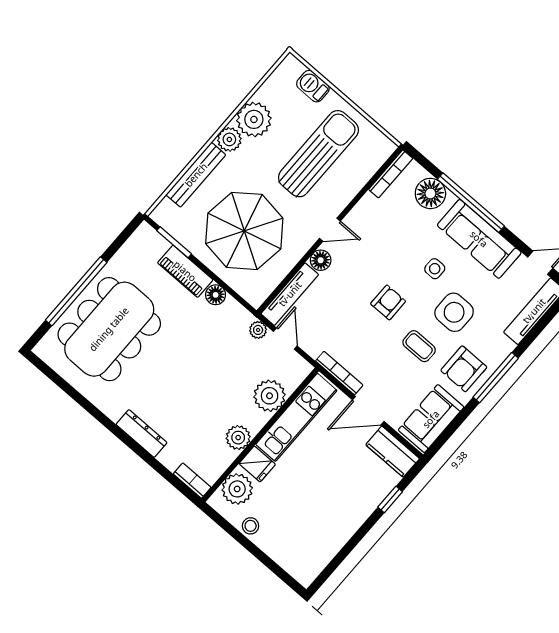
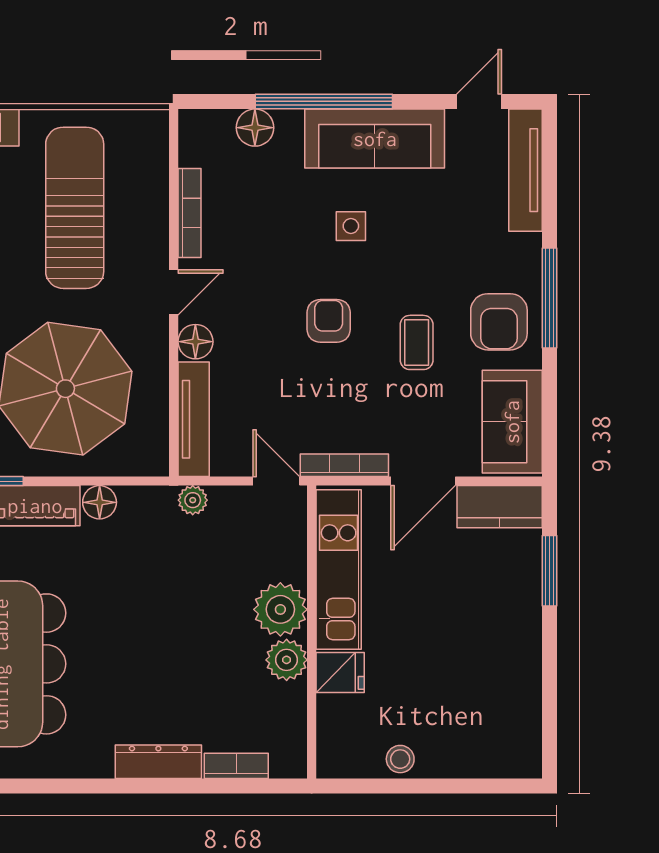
bookcase: (391, 174) -> (190, 213), moved
floor lamp: (430, 193) -> (255, 128), width x0.73, depth x0.73
side table: (454, 312) -> (424, 260), removed
door: (285, 339) -> (276, 481), moved
coffee table: (419, 346) -> (417, 342), turned 90
plant: (270, 396) -> (280, 609), moved
bookcase: (192, 481) -> (236, 766), moved
plant: (237, 489) -> (342, 727), removed
window: (390, 500) -> (549, 571), width x1.50

